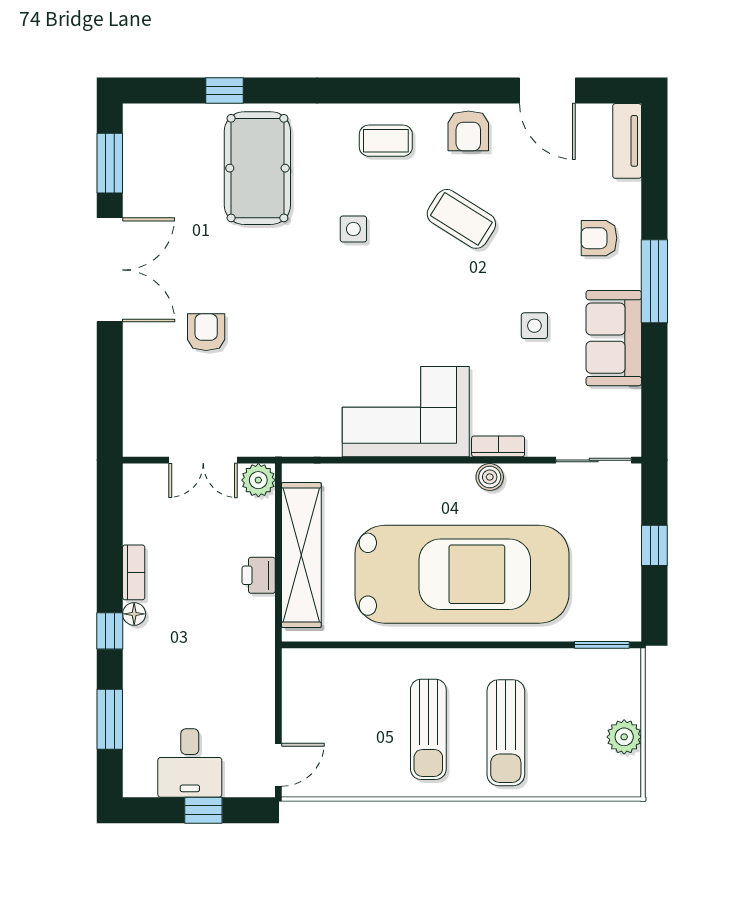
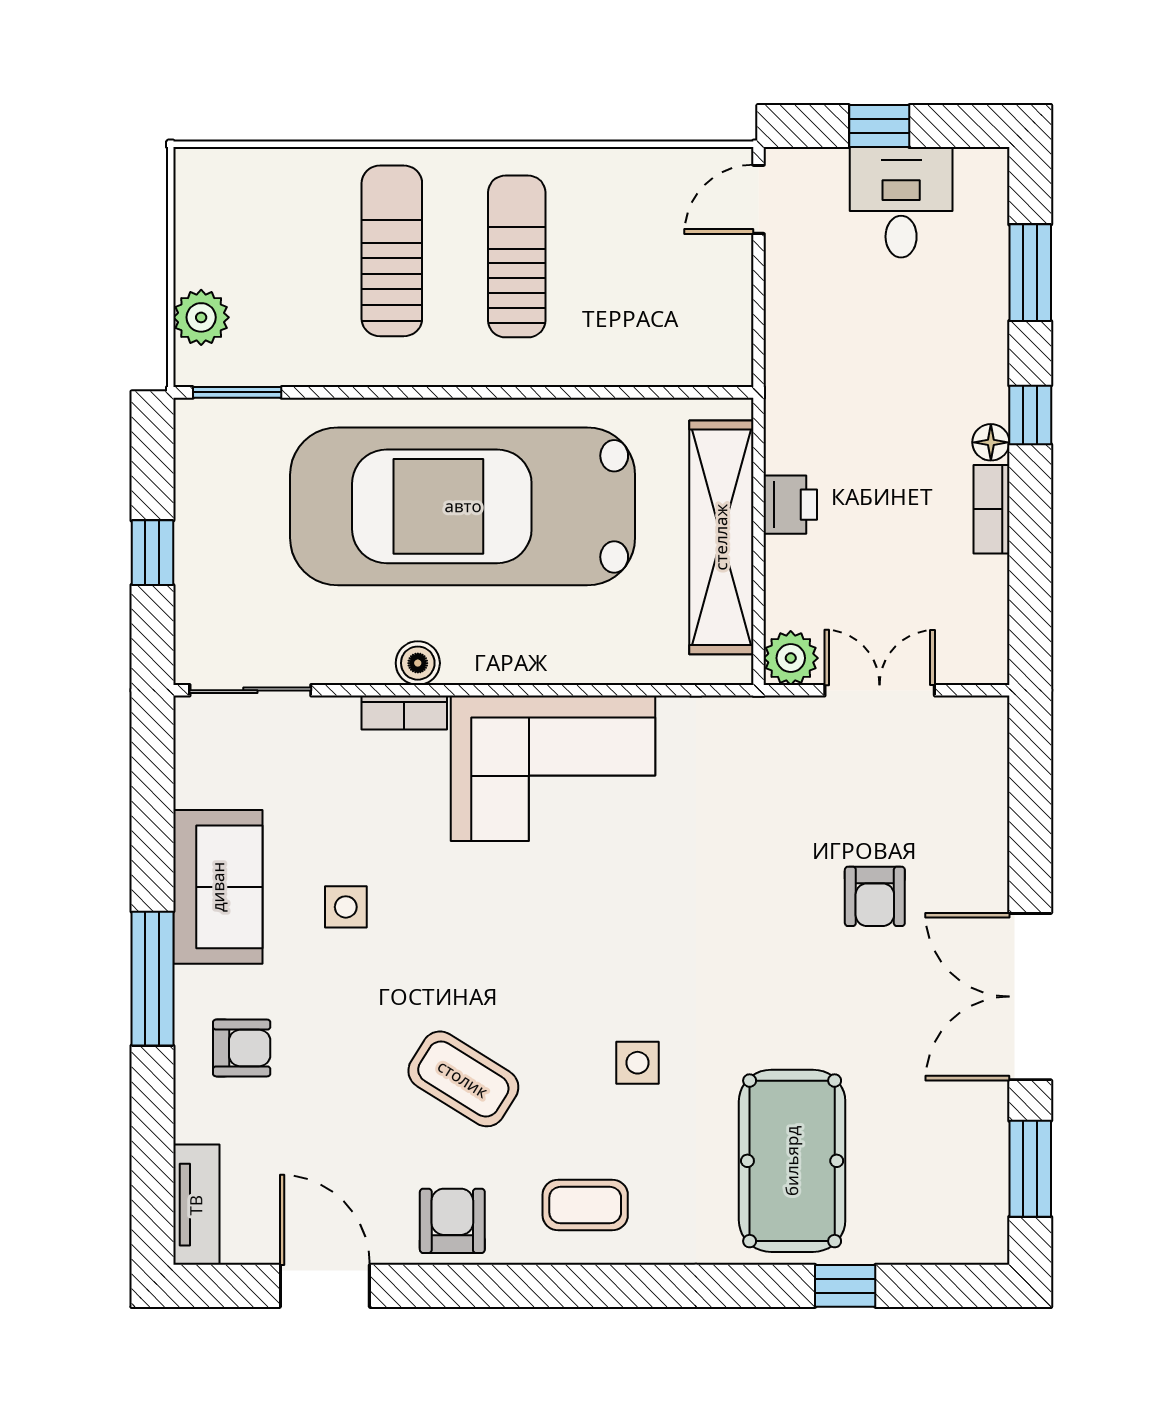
plant: (624, 737) -> (201, 317), moved

